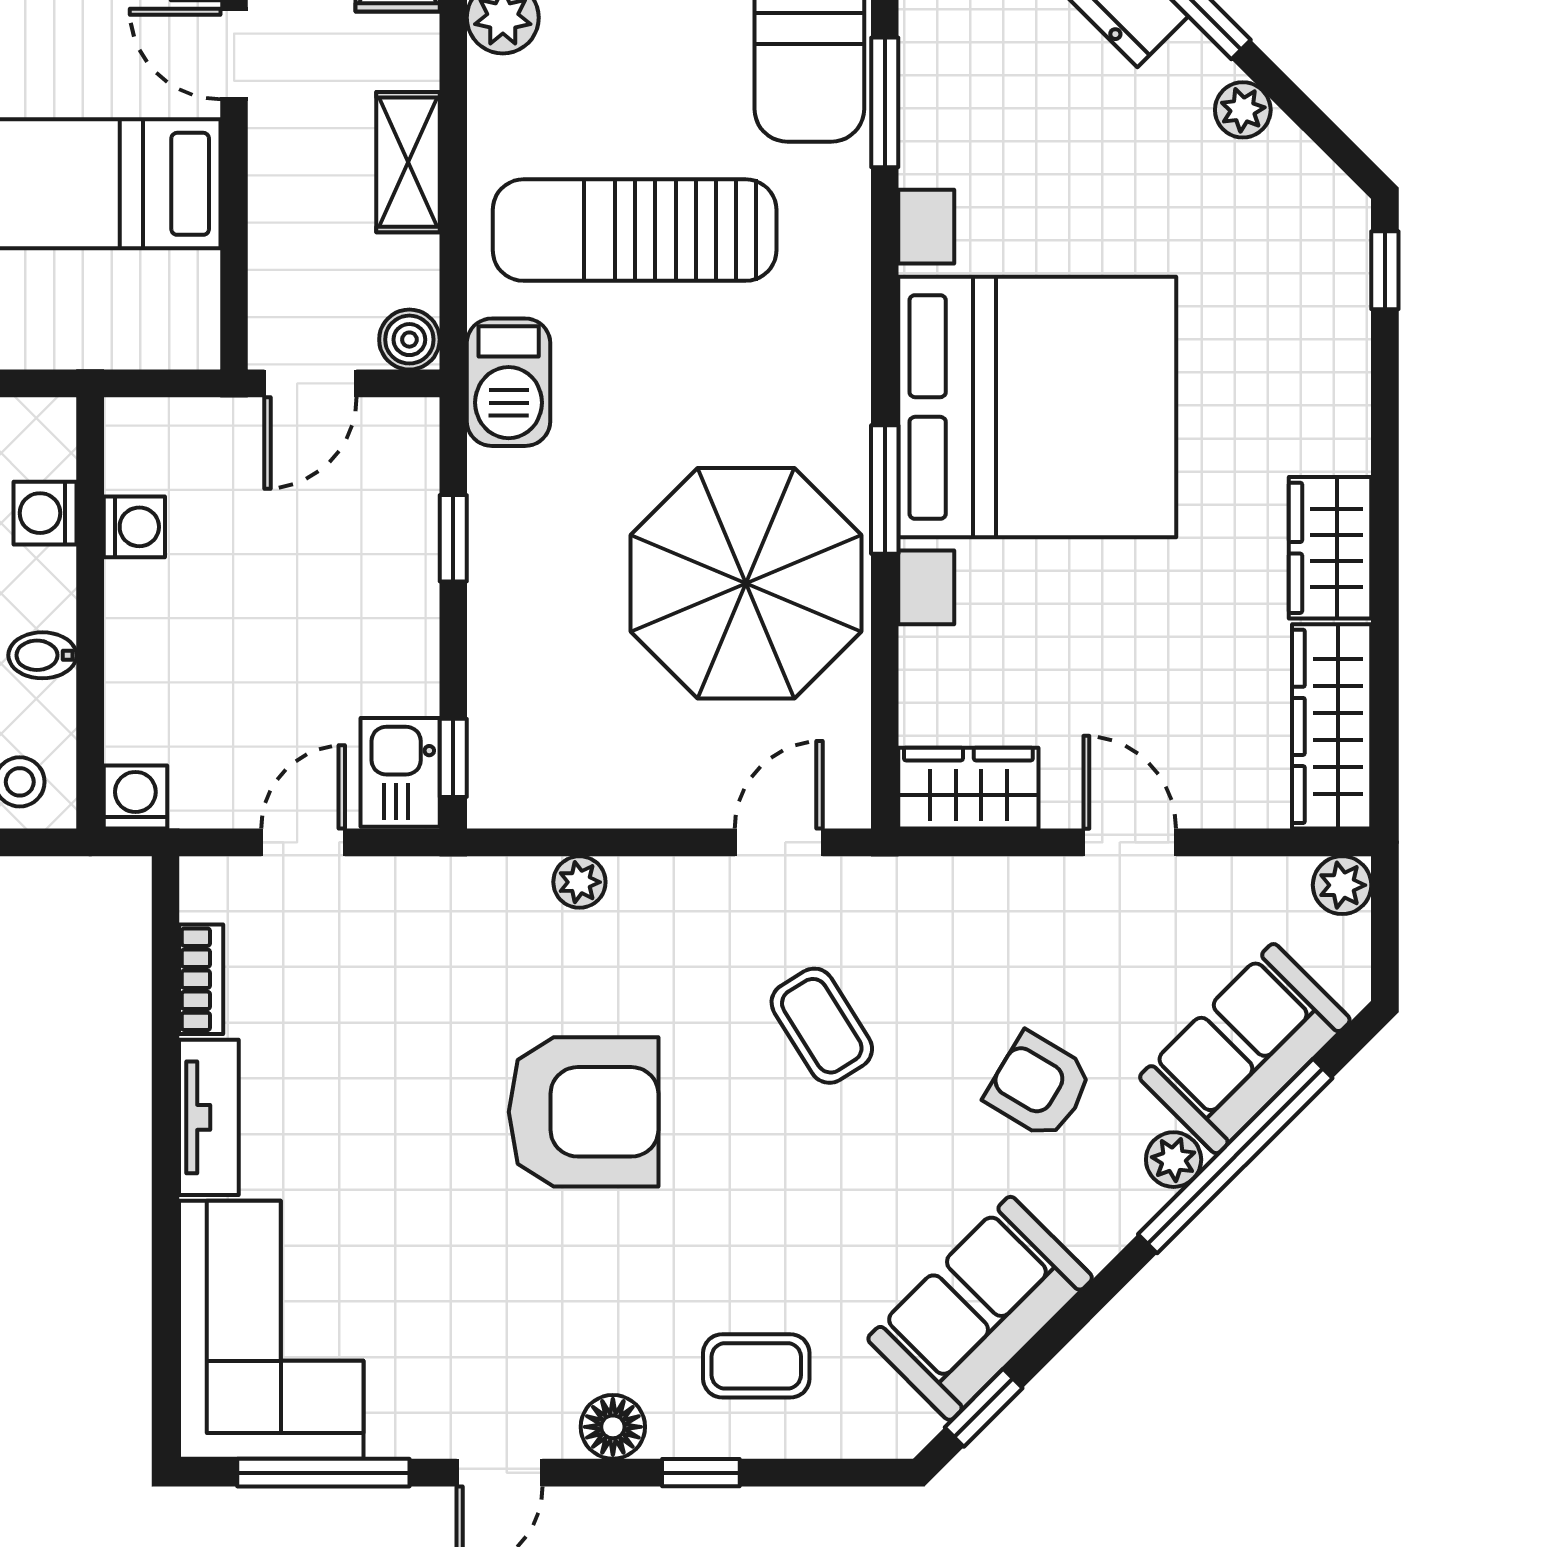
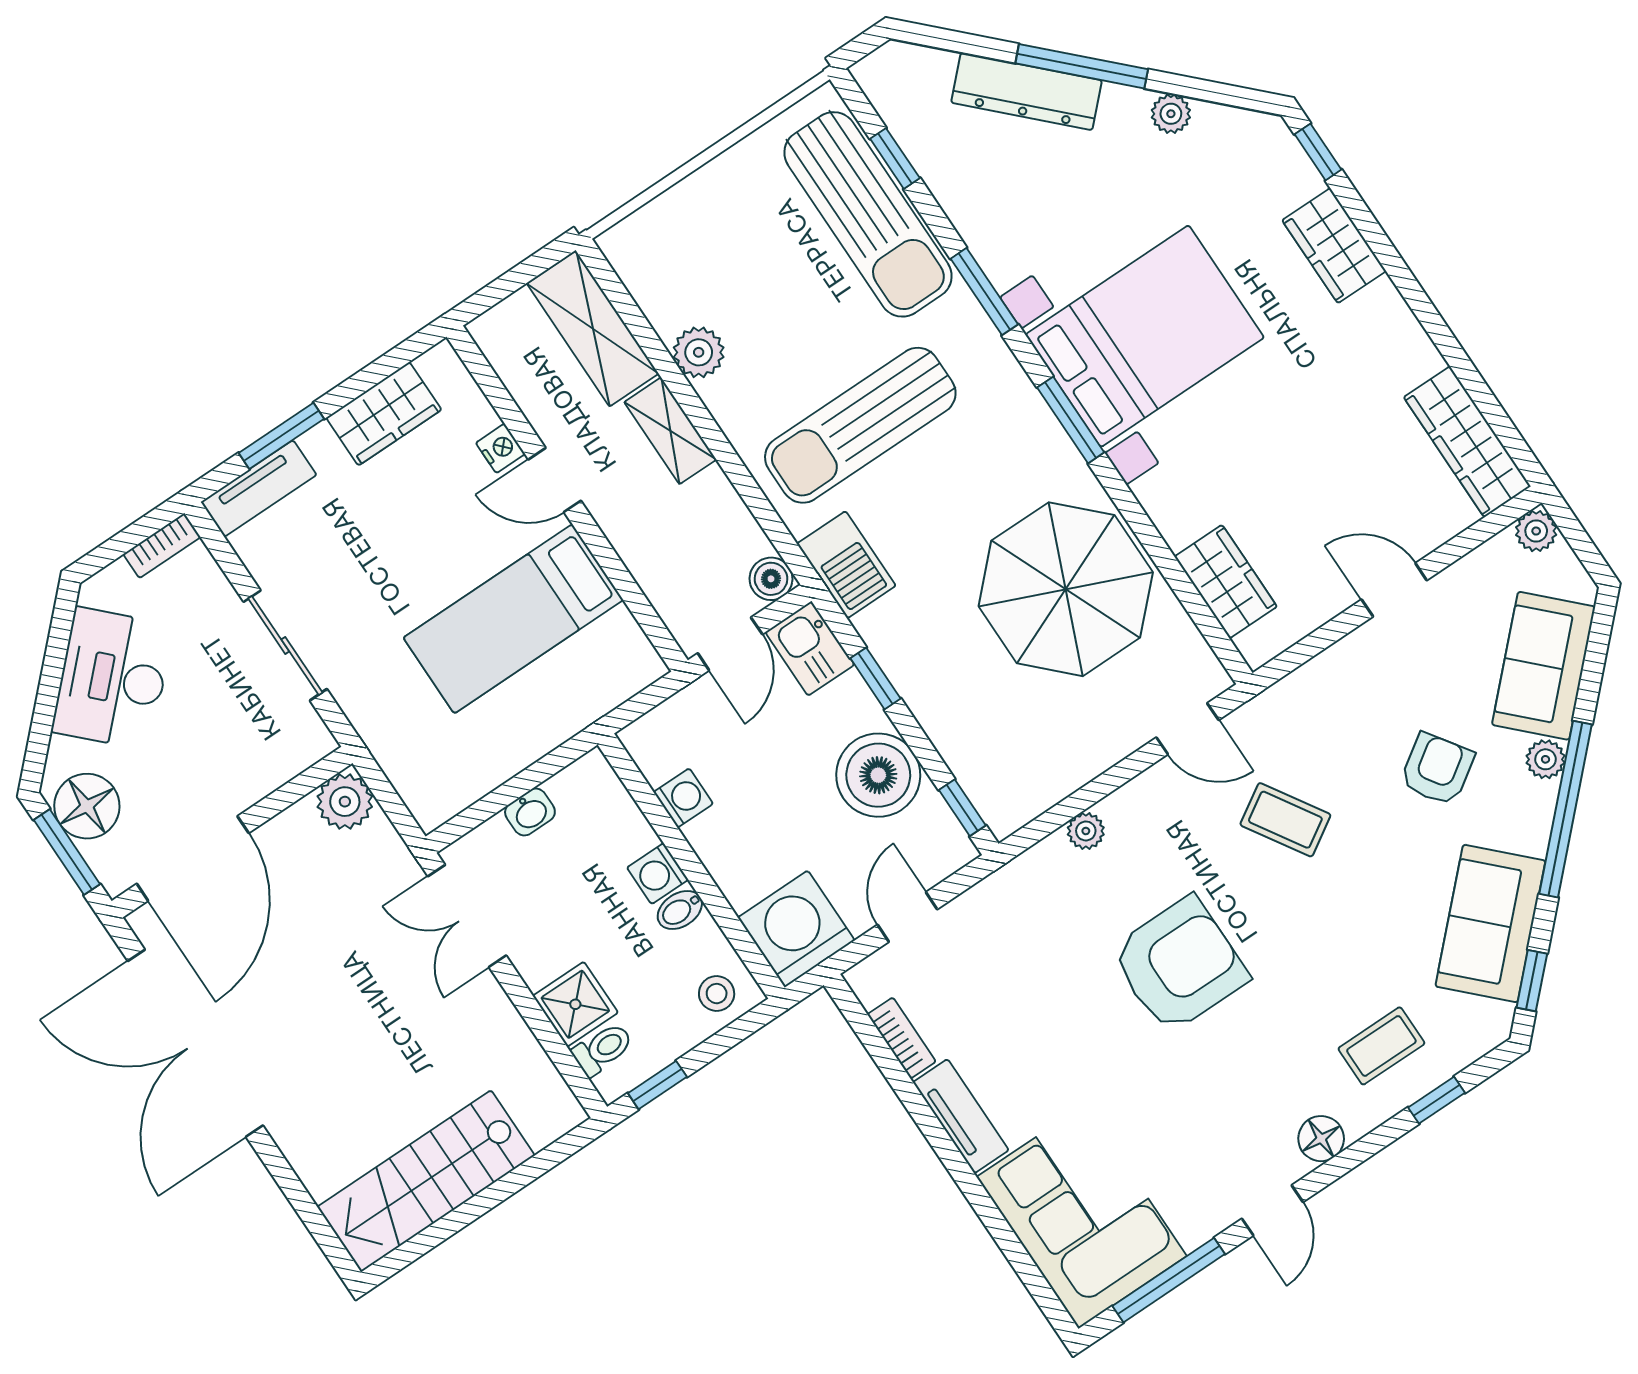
window: (885, 102) -> (984, 292), moved
shelving: (408, 162) -> (670, 431), moved
bed with nightstands: (1037, 407) -> (1145, 336), width x0.73
window: (885, 489) -> (1071, 420), moved
washing machine: (45, 513) -> (658, 874), moved
wardrobe: (1330, 548) -> (1334, 246), moved
boiler: (381, 653) -> (878, 775), added
kitchen sink: (400, 772) -> (810, 648), moved
wardrobe: (968, 788) -> (1226, 582), moved, turned 90
washing machine: (135, 797) -> (796, 929), width x1.89, depth x1.89
door: (779, 842) -> (1187, 729), swing flipped
armchair: (1039, 1086) -> (1437, 769), turned 115
window: (1235, 1156) -> (1565, 809), moved
window: (701, 1473) -> (1436, 1100), moved

